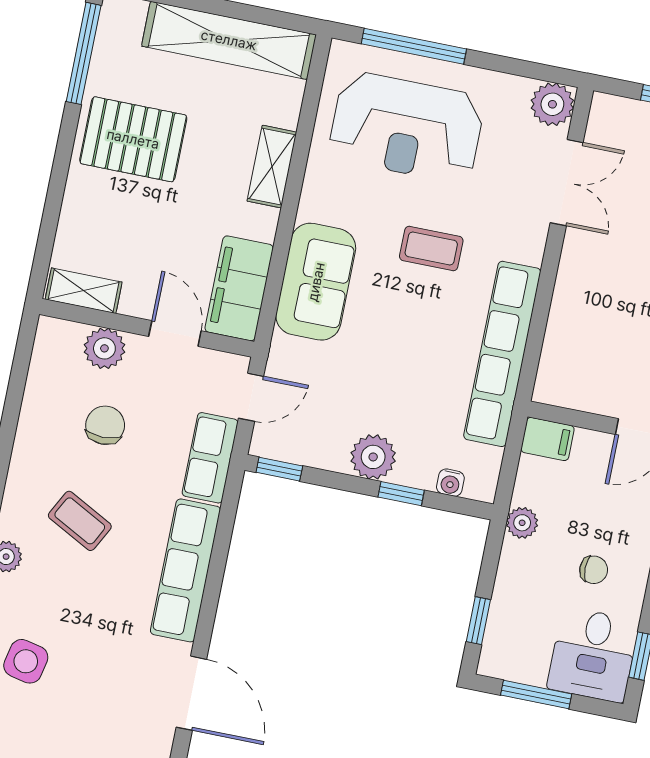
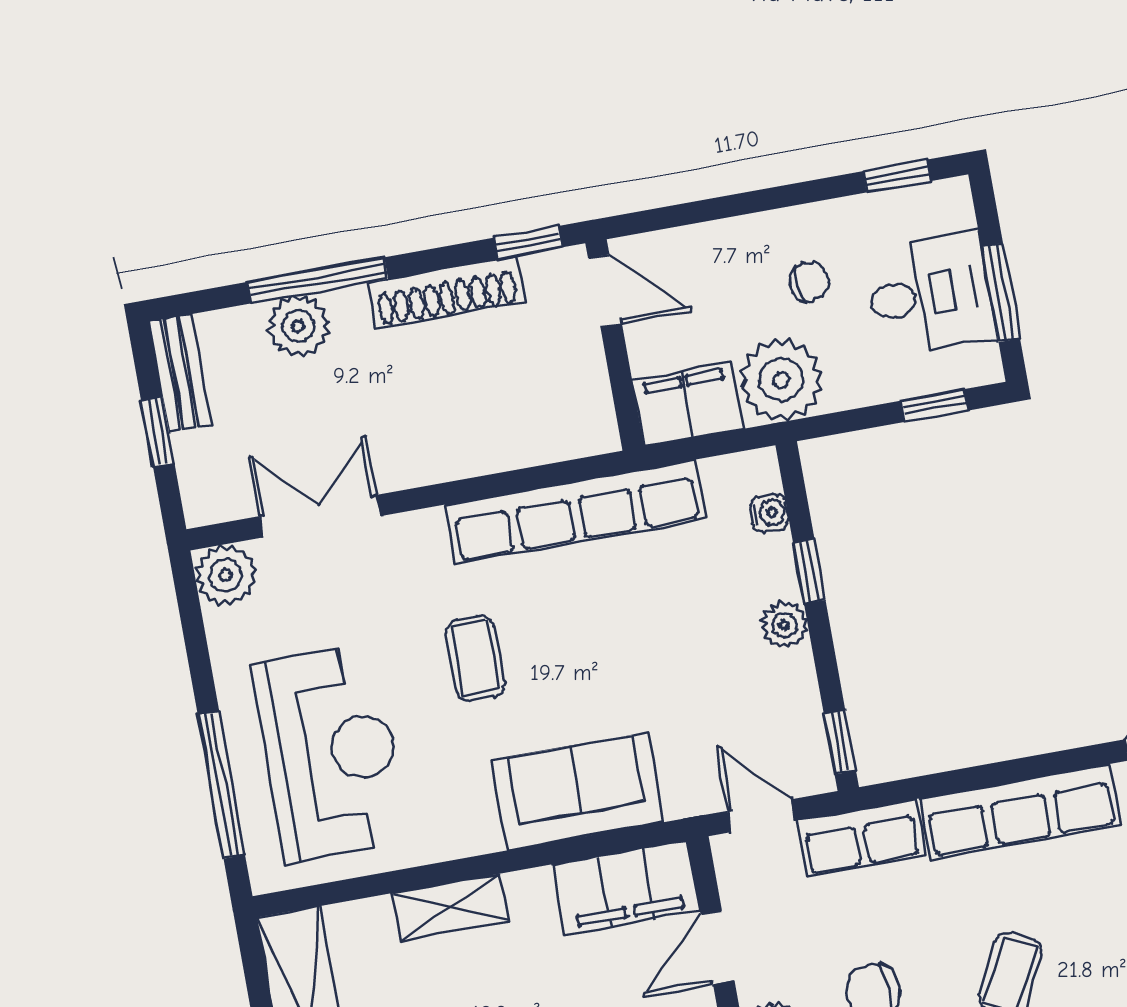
filing cabinet: (548, 439) -> (688, 405), width x2.00
plant: (373, 457) -> (784, 625), width x0.73, depth x0.73
plant: (522, 523) -> (781, 380), width x1.87, depth x1.87
chair: (594, 570) -> (809, 282), turned 82
desk: (593, 655) -> (930, 294), moved

